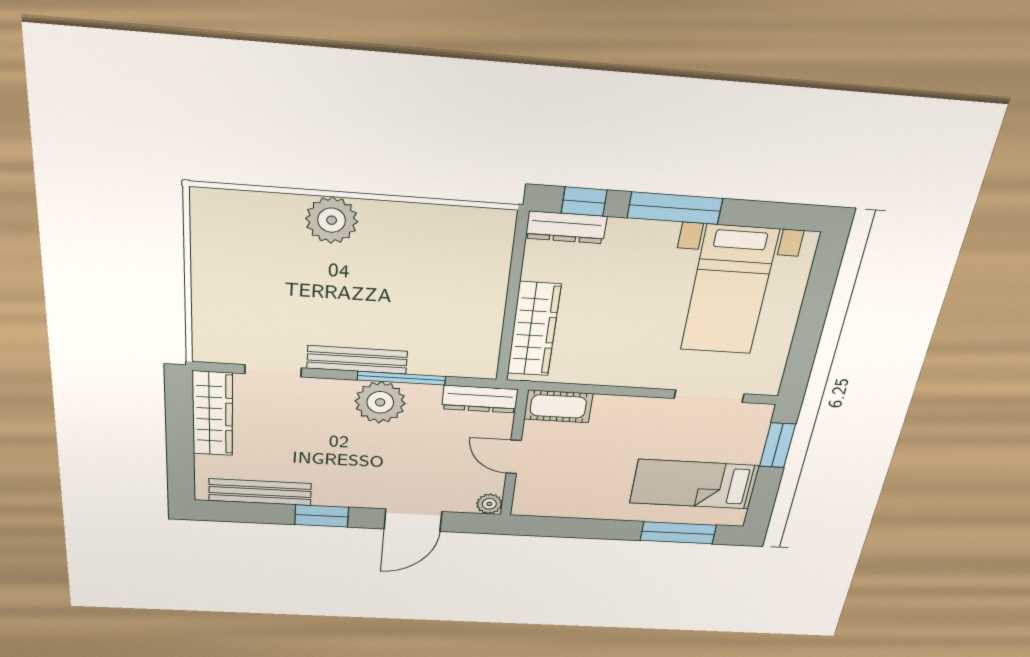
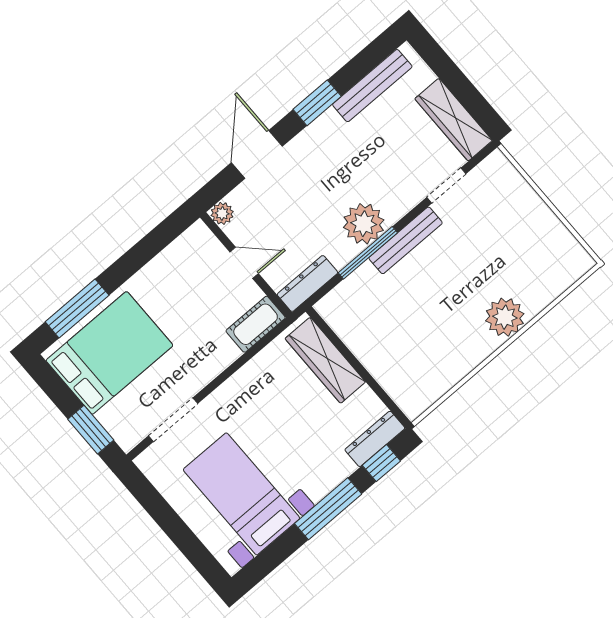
bed: (694, 484) -> (109, 353), width x1.50

